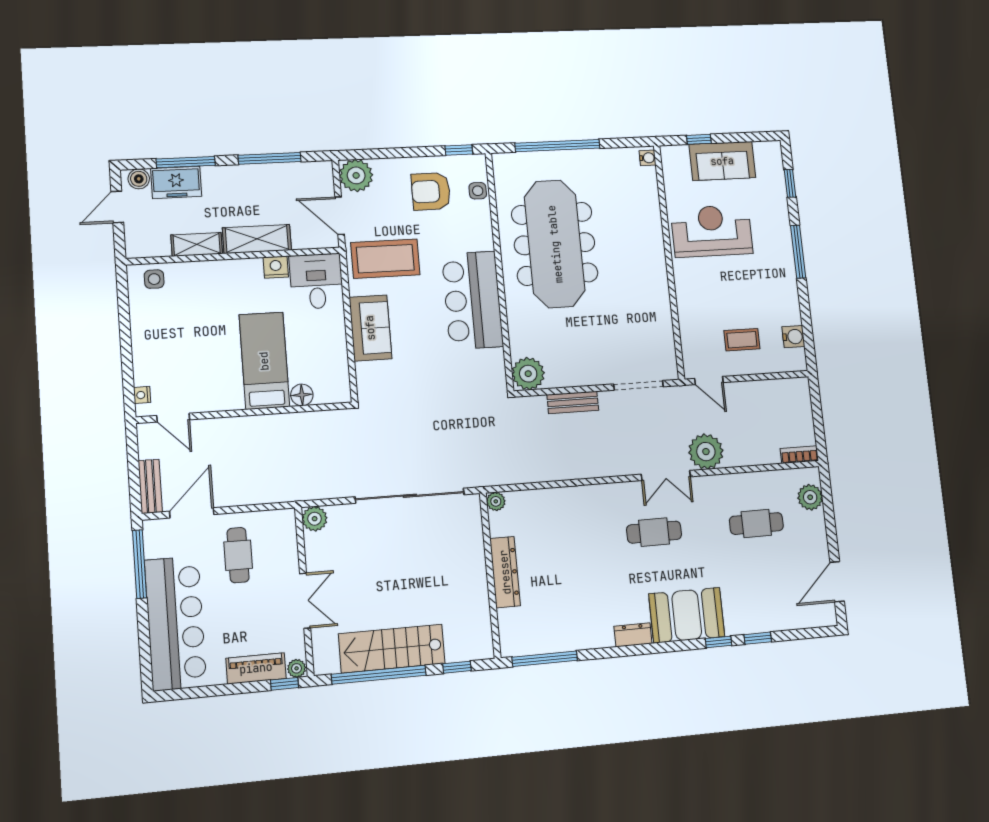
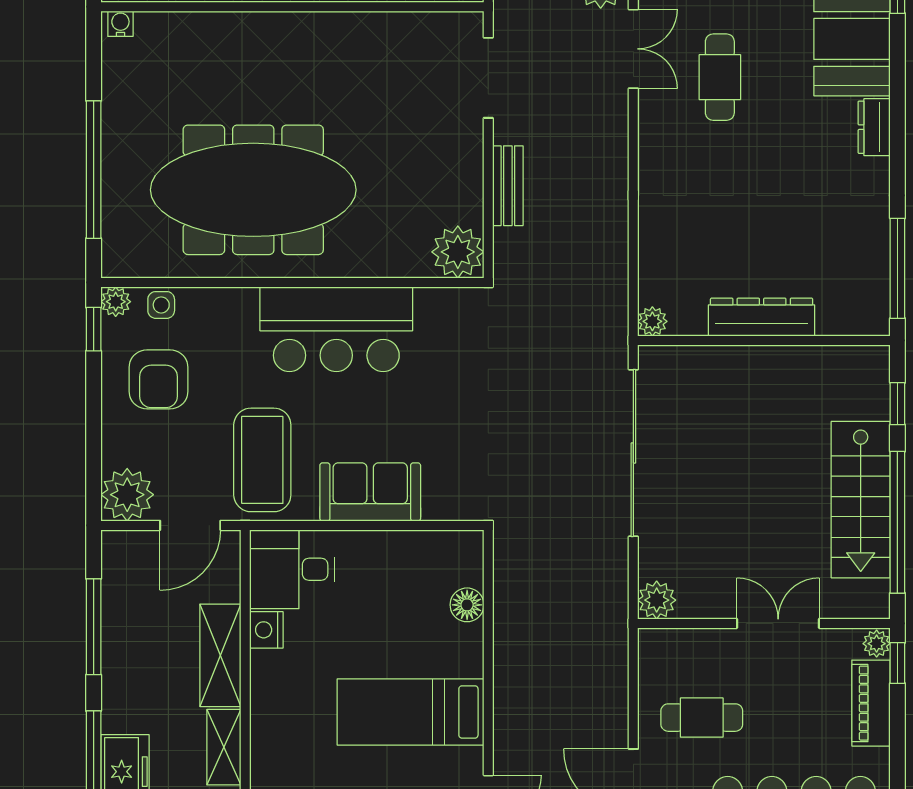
plant: (477, 163) -> (116, 302), added
bed: (264, 361) -> (410, 712), moved

